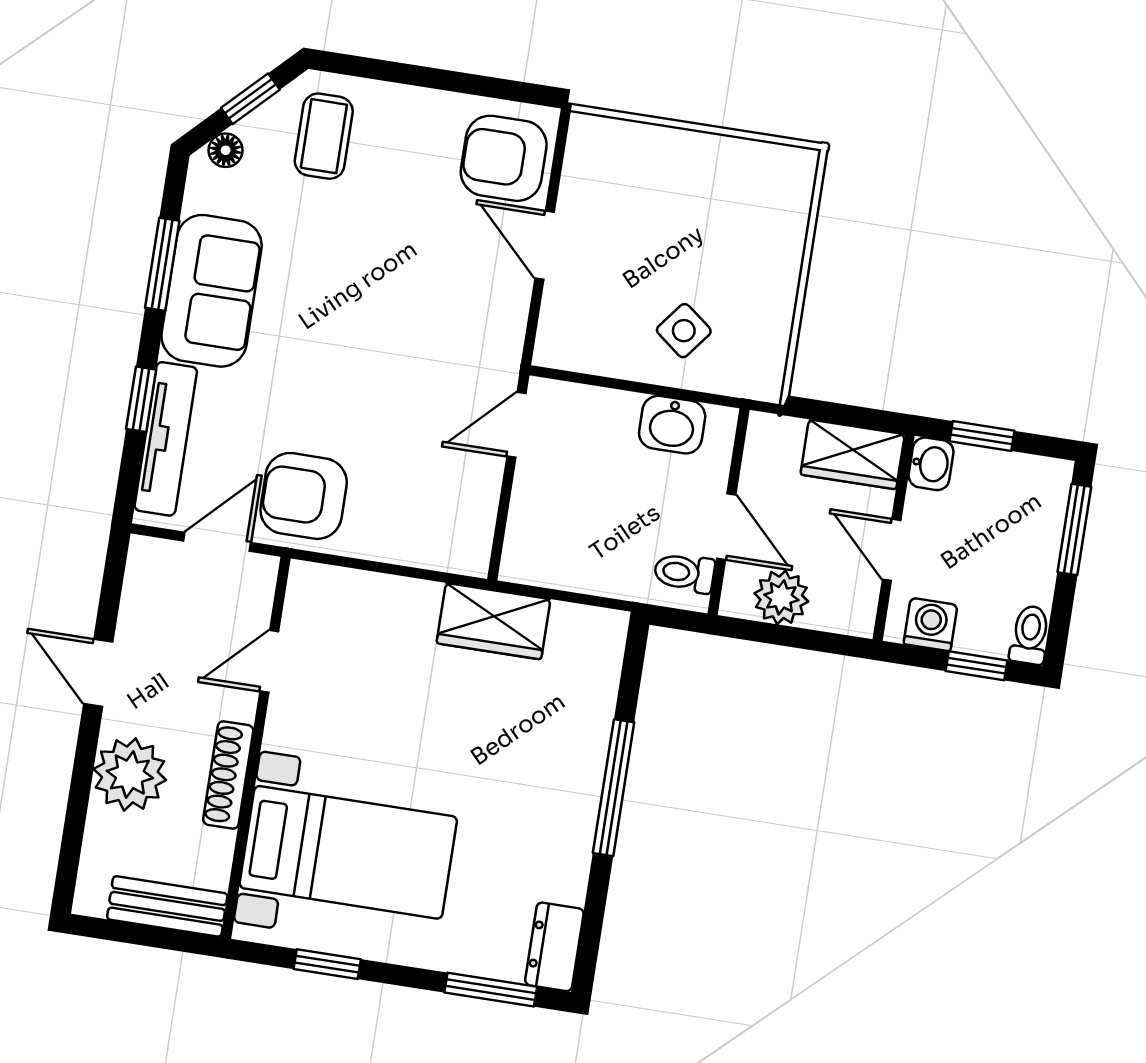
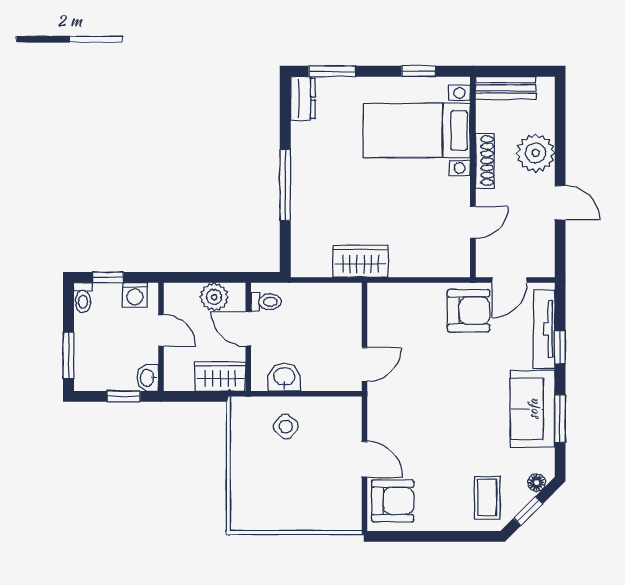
wardrobe: (853, 454) -> (220, 376), moved

